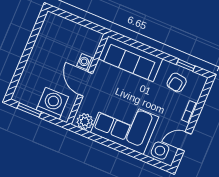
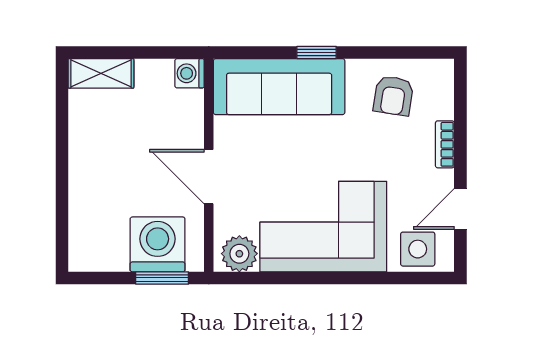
shelving: (59, 22) -> (101, 73), added
washing machine: (85, 62) -> (189, 73), moved
window: (186, 65) -> (317, 53), moved
window: (29, 110) -> (162, 278), moved

